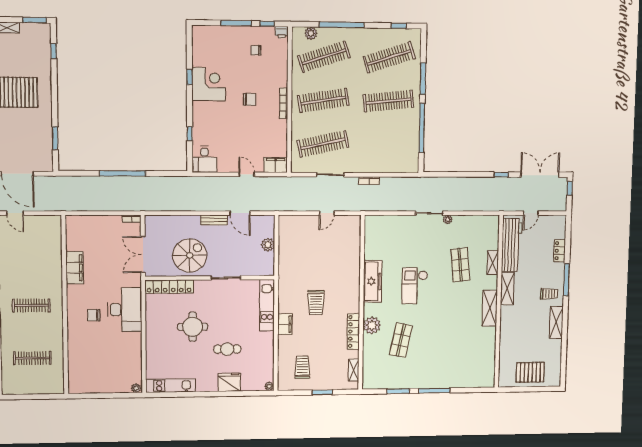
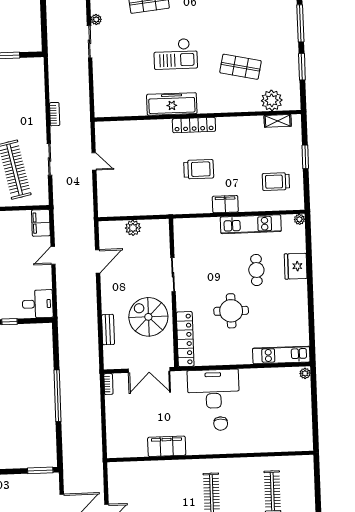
window: (55, 138) -> (40, 470), moved
bench: (214, 220) -> (108, 330), moved
kitchen unit: (267, 305) -> (251, 224), moved
plant: (372, 325) -> (272, 100), moved
locker: (353, 331) -> (194, 125), moved
kitchen unit: (171, 386) -> (281, 355), moved, turned 90

